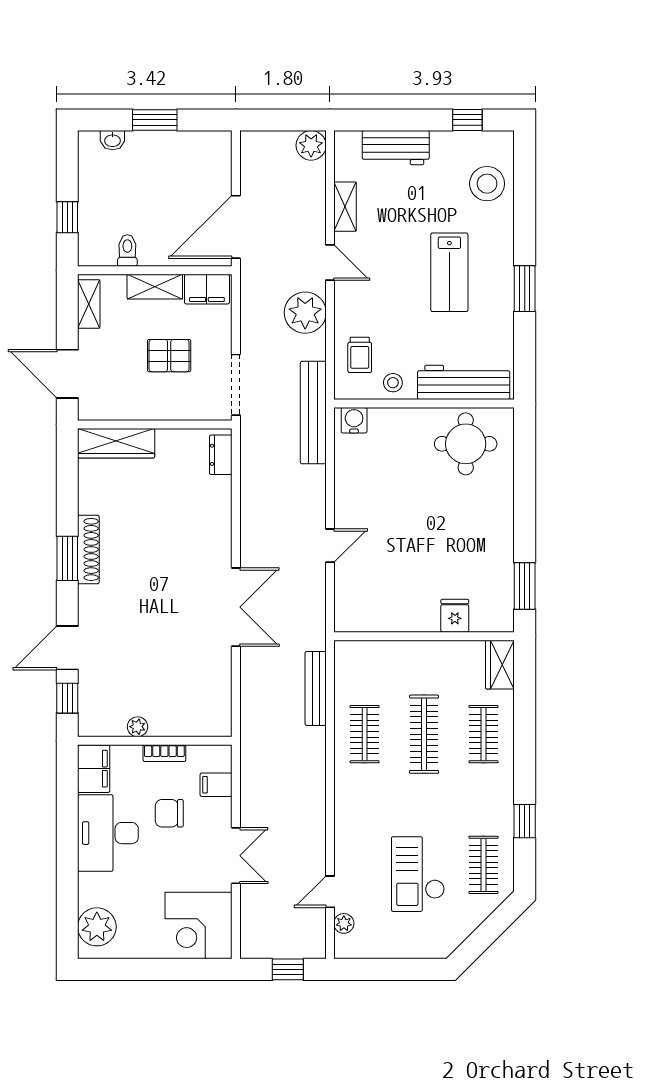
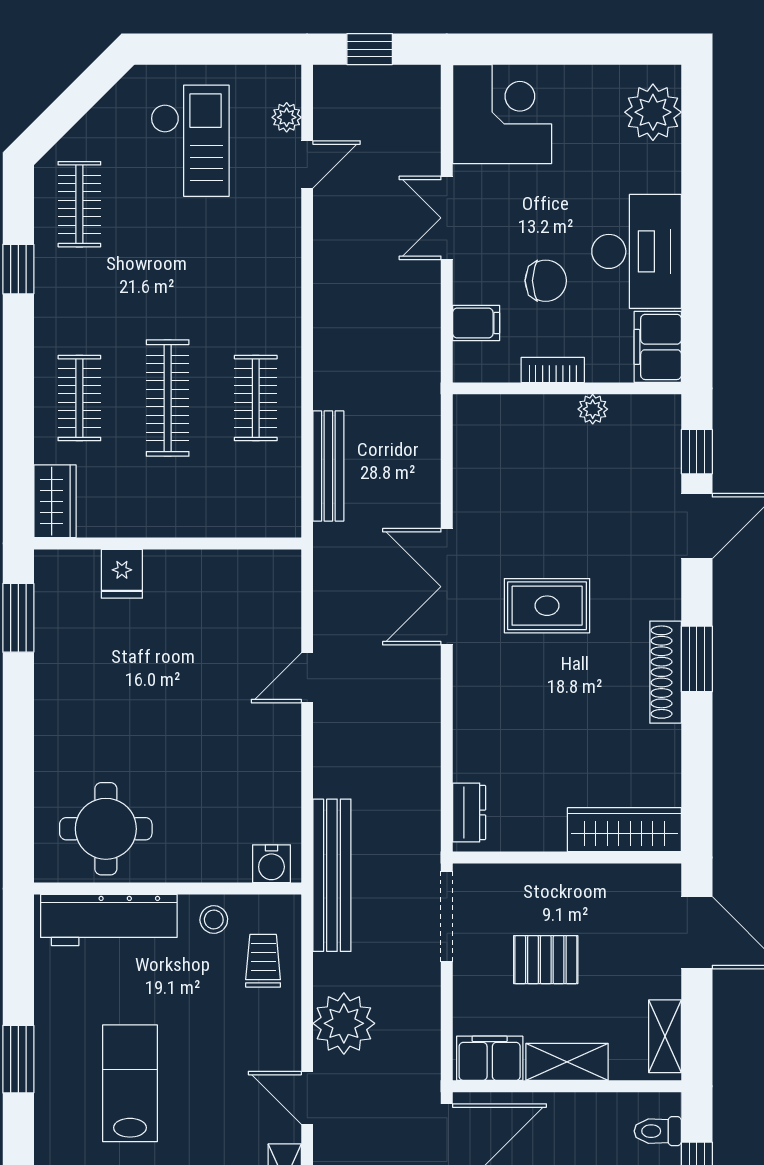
toilet: (127, 250) -> (658, 1131), moved, turned 90
rug: (168, 594) -> (547, 606), added
checkout: (418, 874) -> (190, 141), moved

